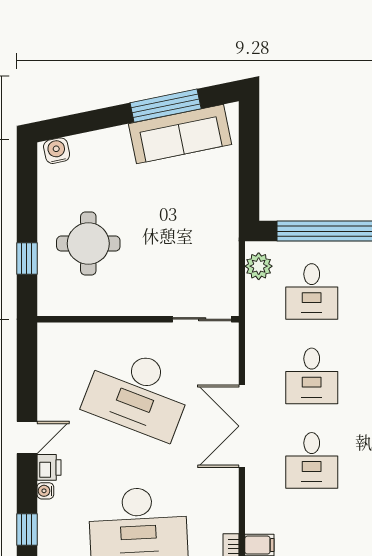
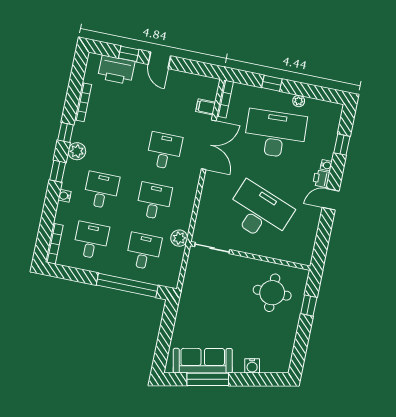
water cooler: (57, 151) -> (252, 366), moved
round table: (88, 244) -> (272, 293), moved
plant: (259, 266) -> (179, 238), moved
double door: (242, 426) -> (209, 145), moved

